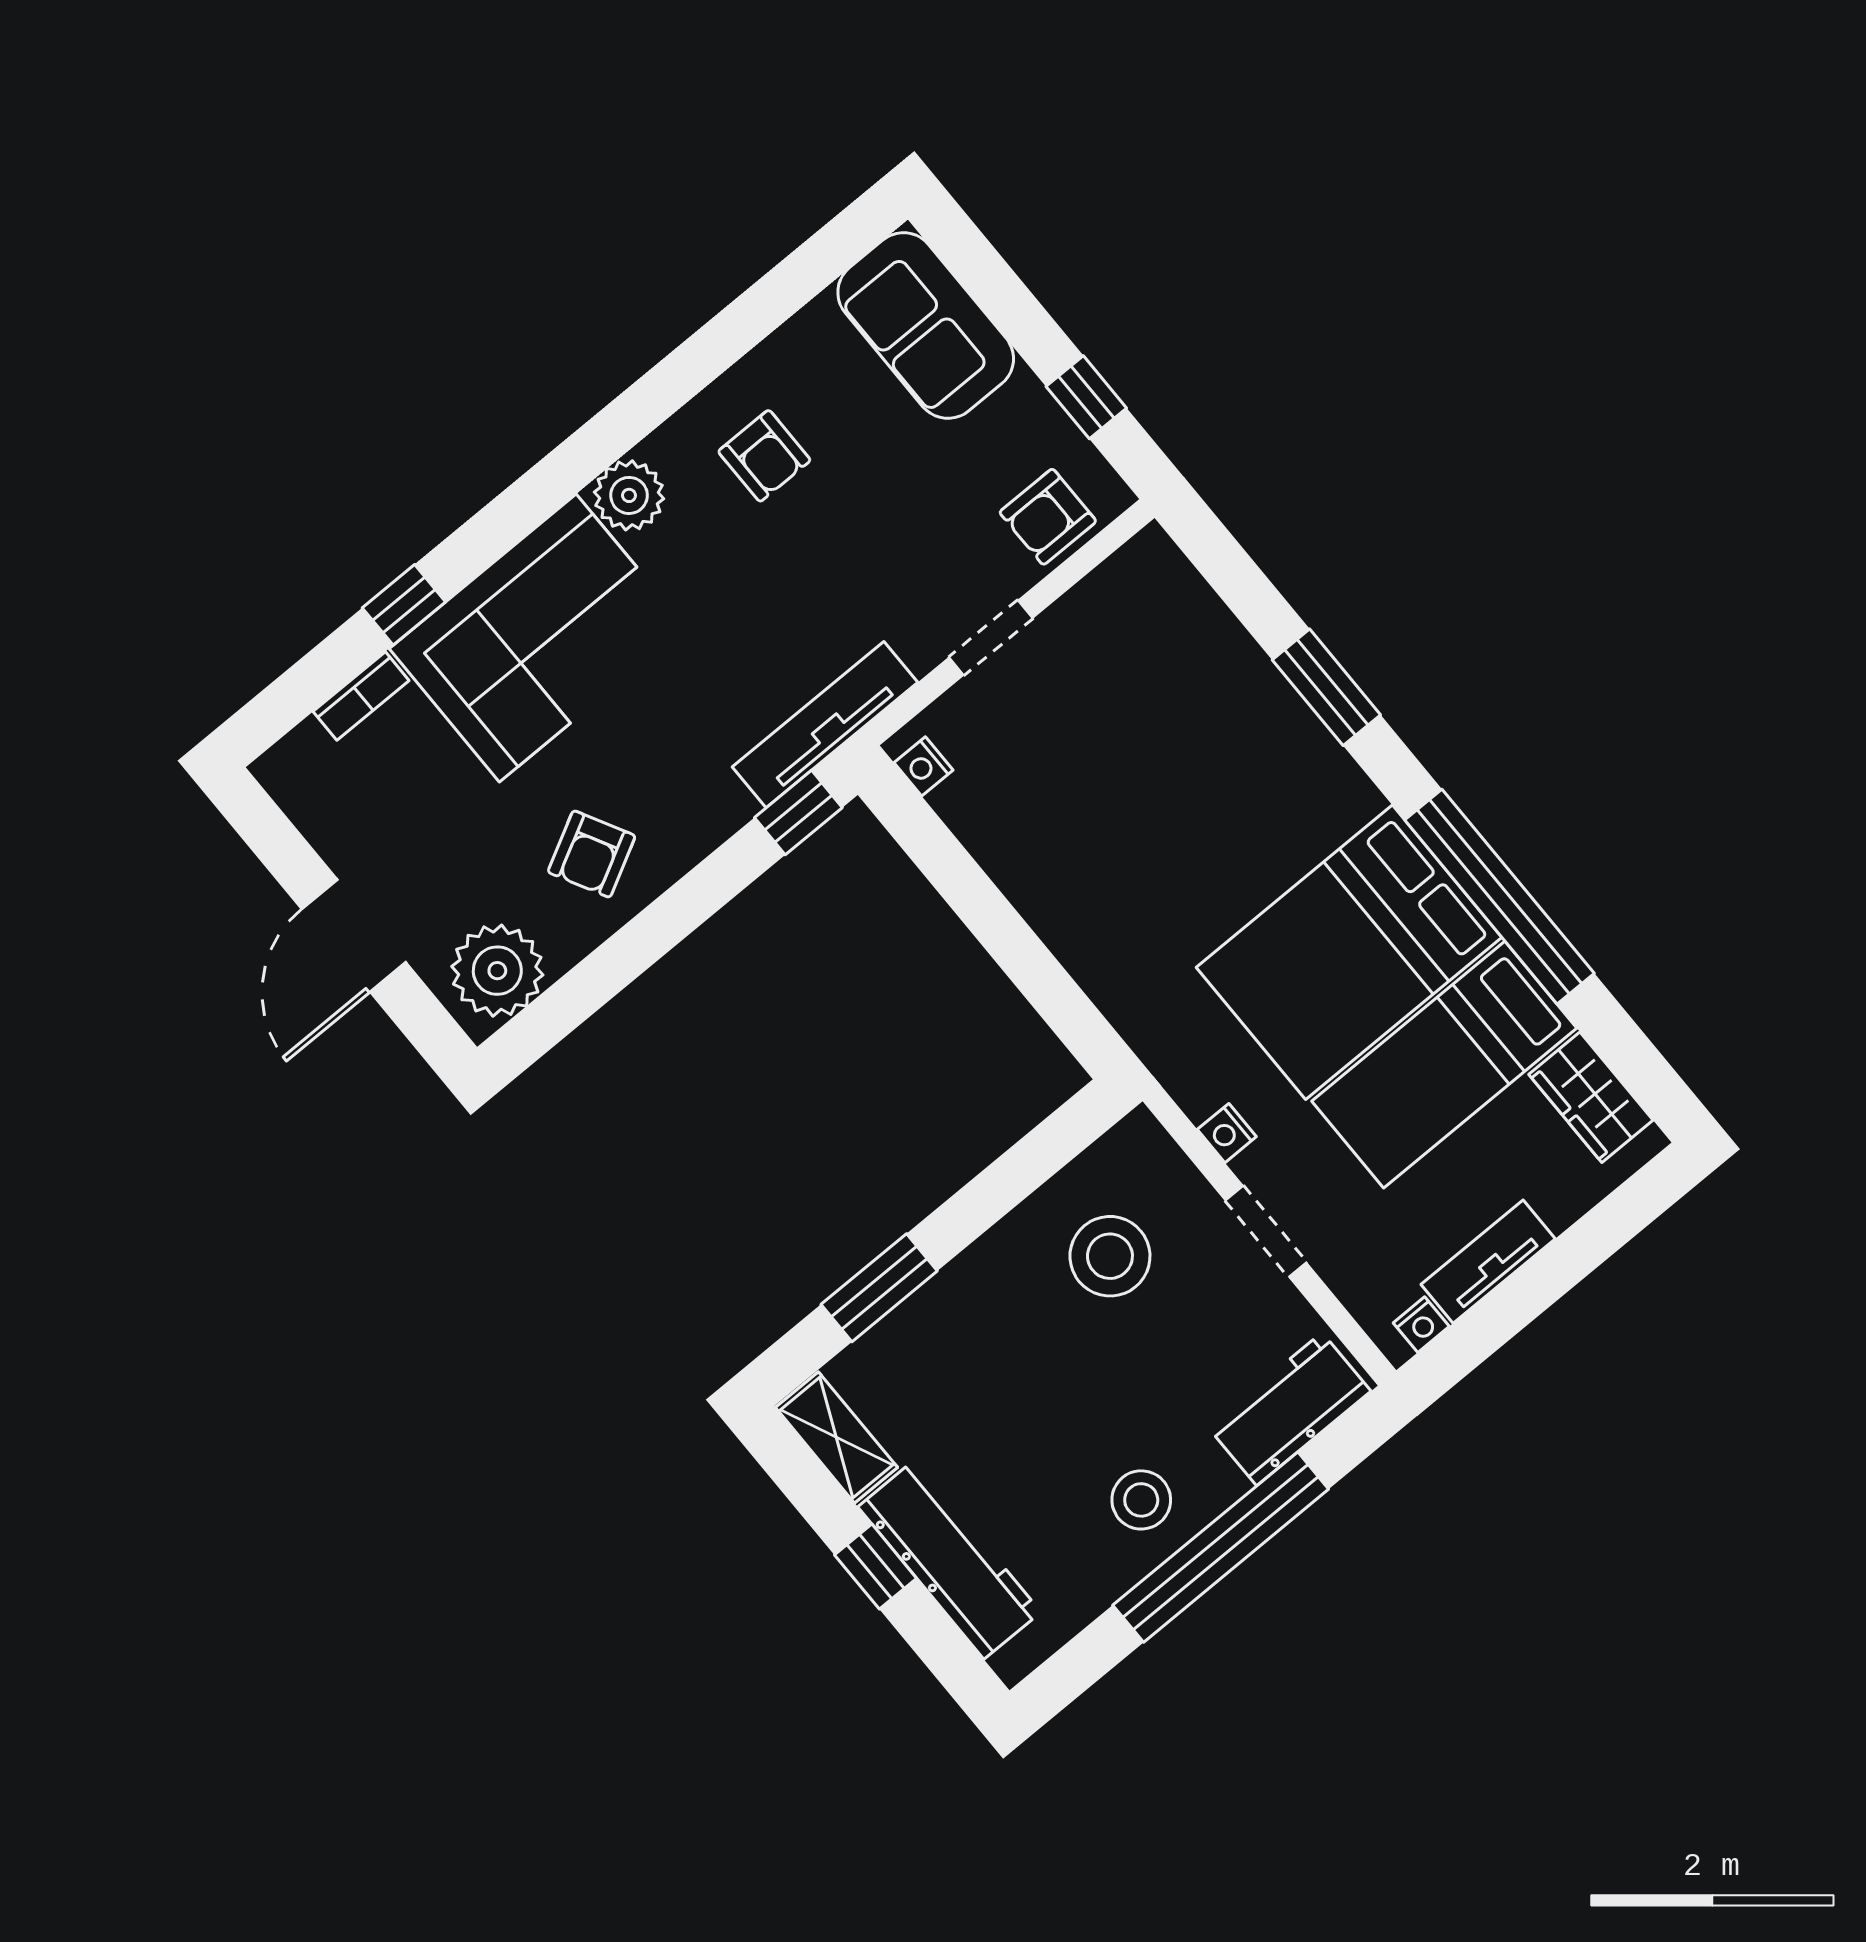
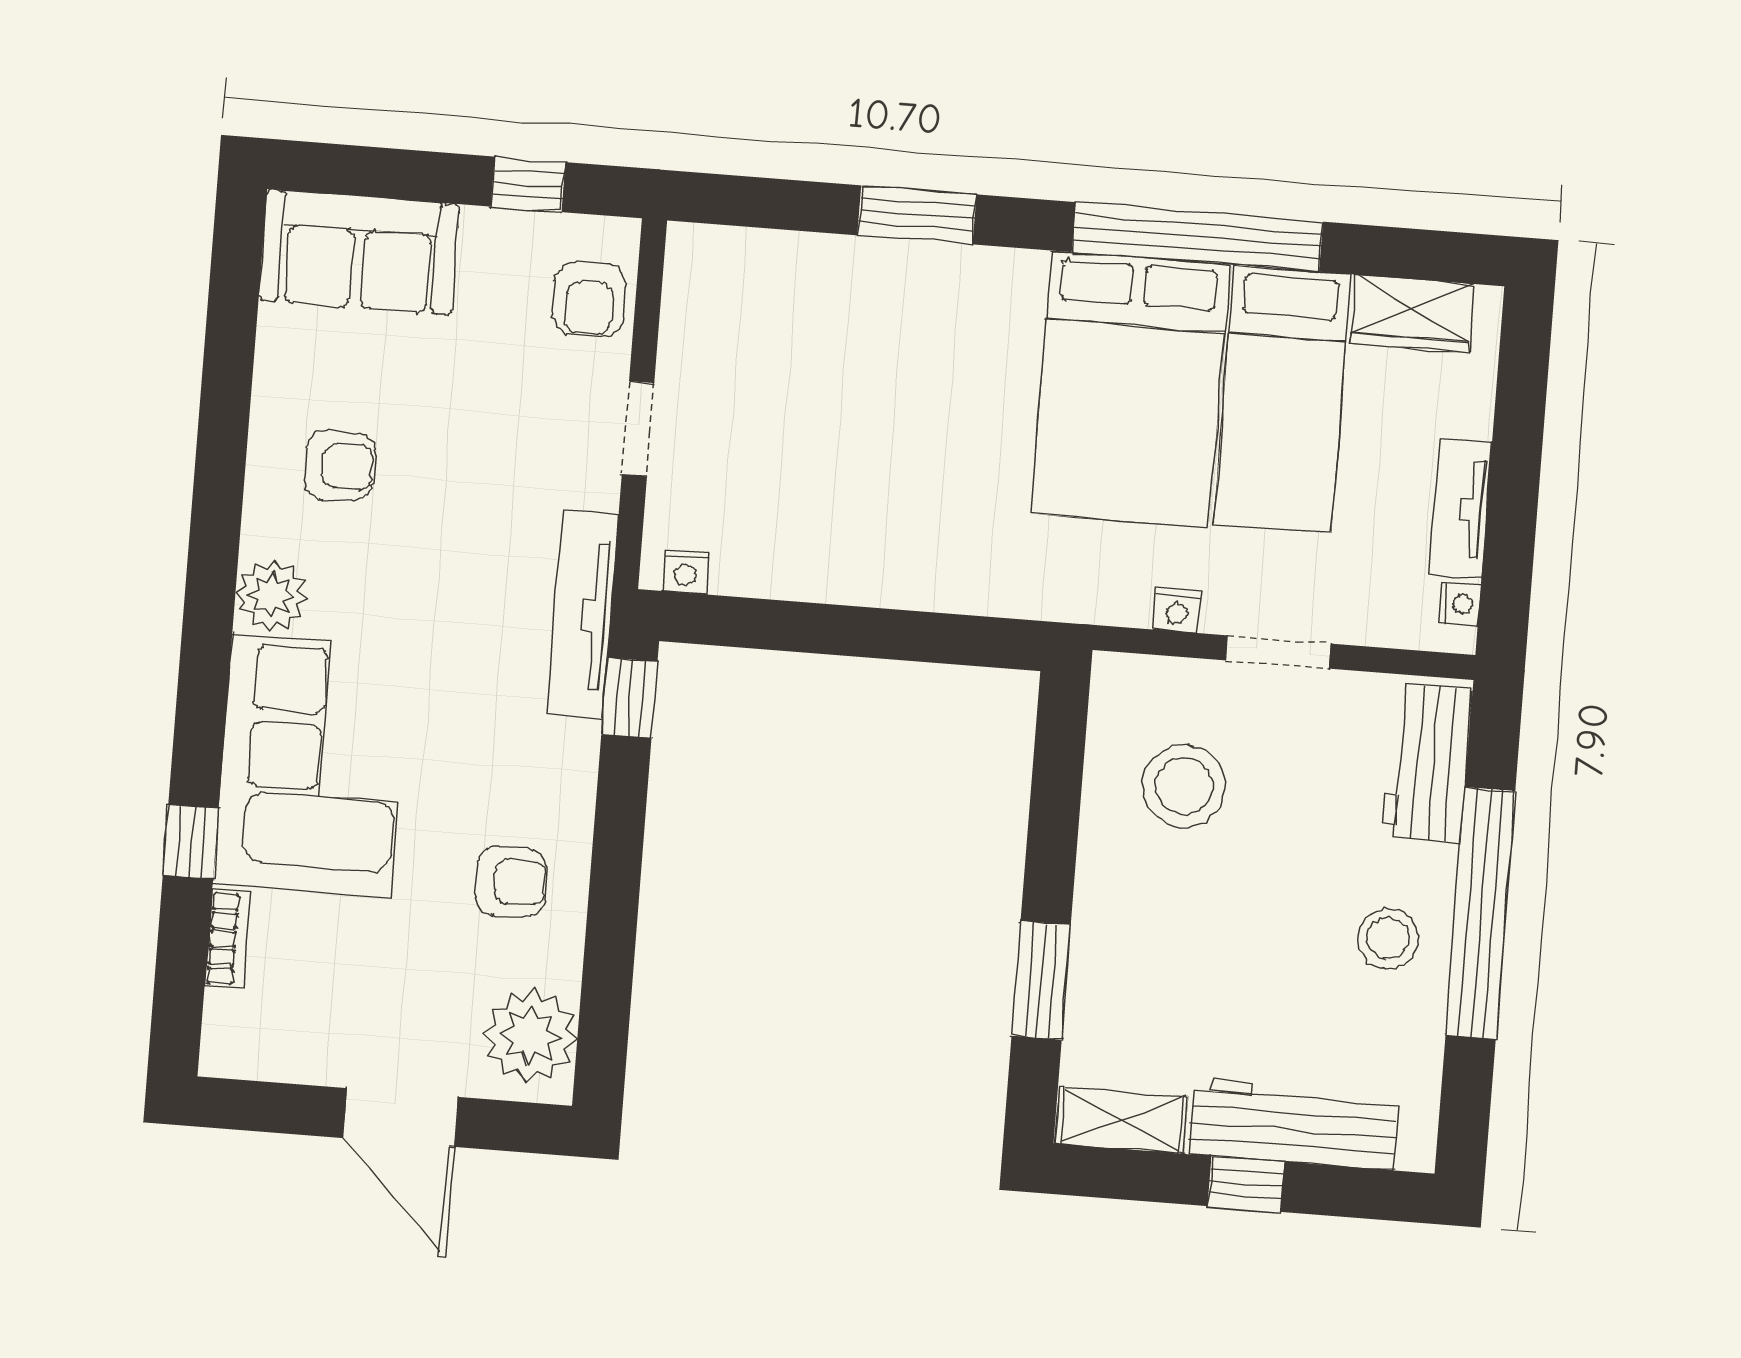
armchair: (592, 854) -> (511, 882), turned -62

